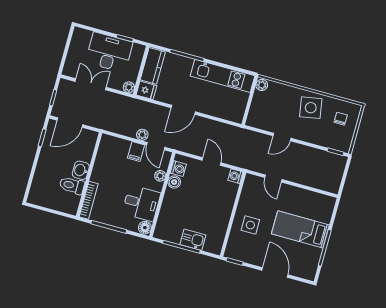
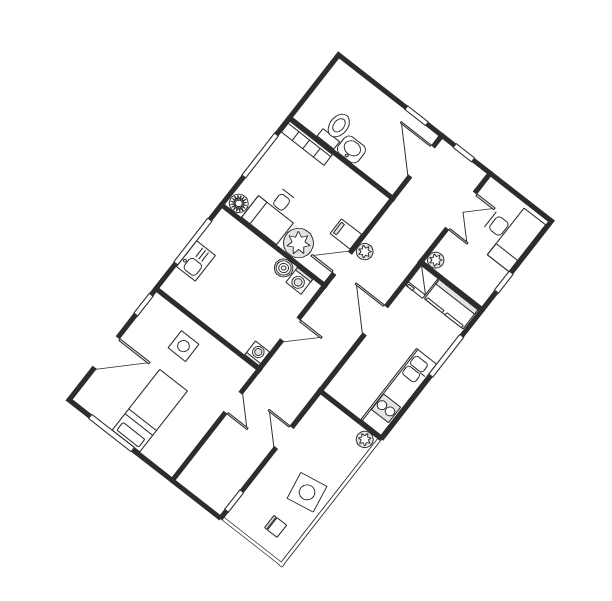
desk: (109, 52) -> (509, 234), moved
plant: (160, 176) -> (298, 243), width x1.88, depth x1.88
door: (273, 179) -> (233, 403), swing flipped

